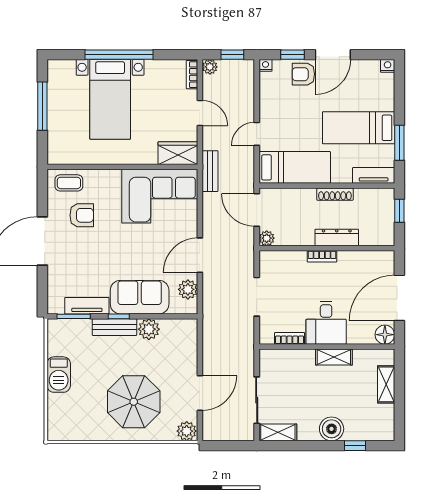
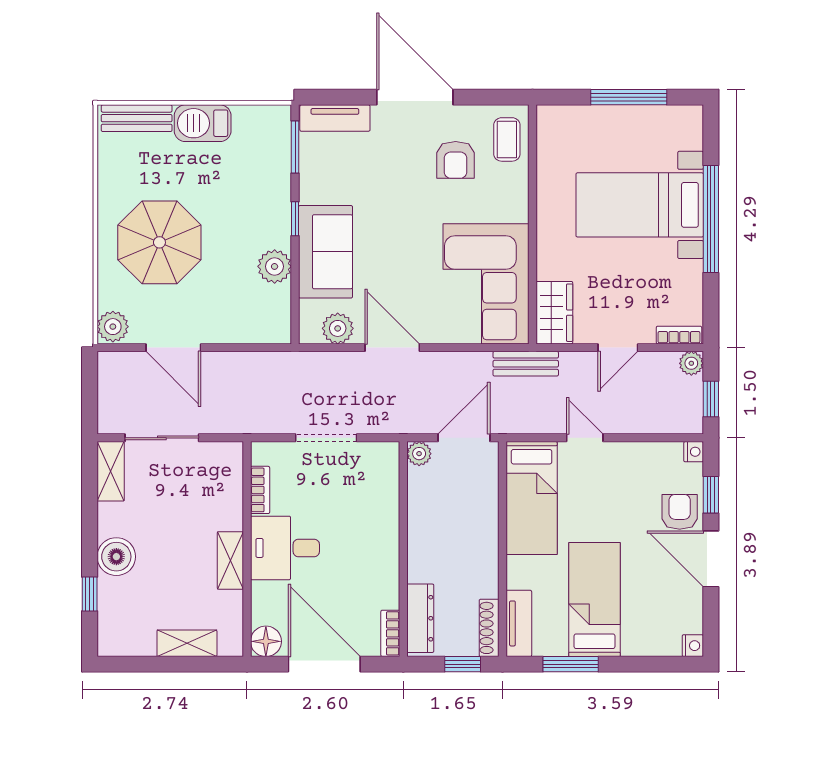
shoe rack: (335, 194) -> (489, 628), moved
dresser: (337, 237) -> (420, 618), moved
bookcase: (322, 256) -> (390, 633), moved
tv unit: (87, 306) -> (335, 118), moved, turned 90
bench: (114, 327) -> (137, 118), moved, turned 90

